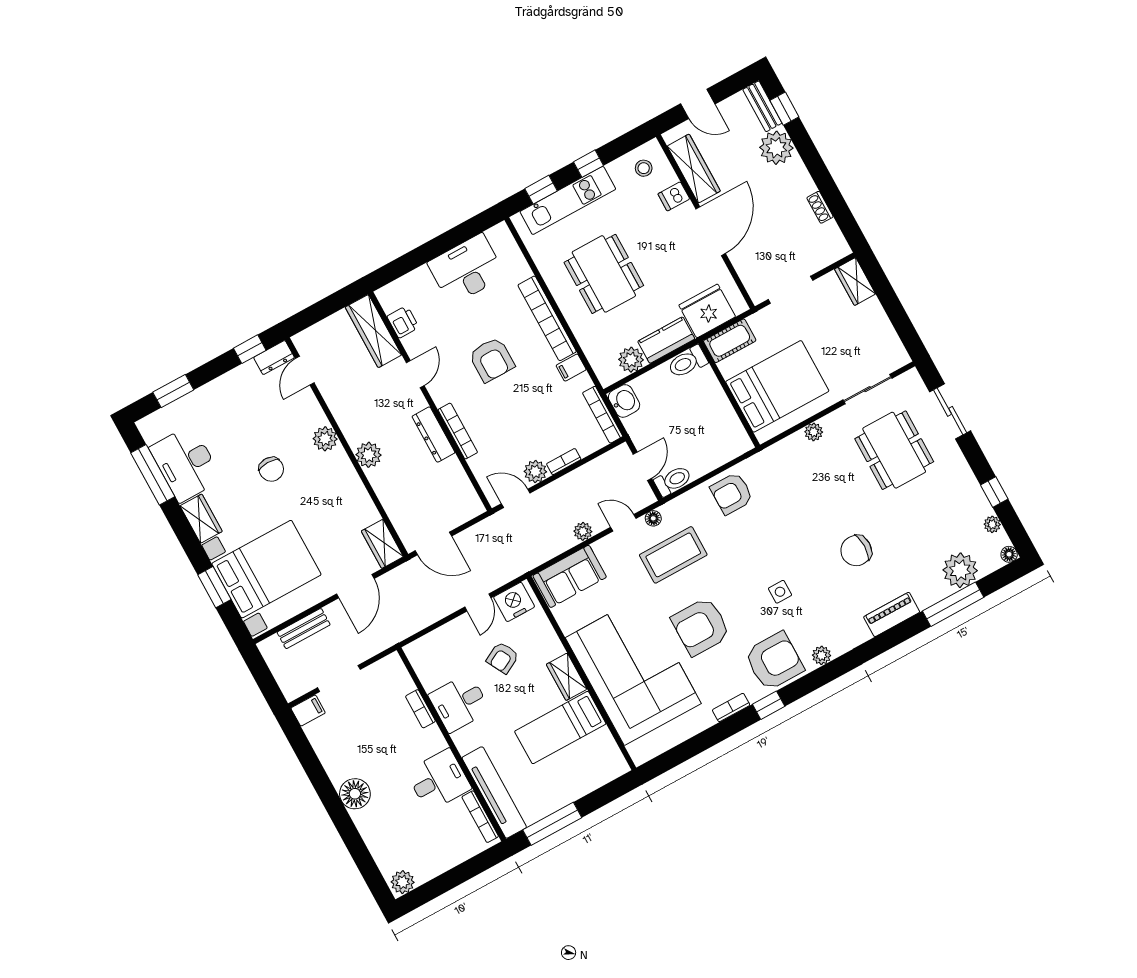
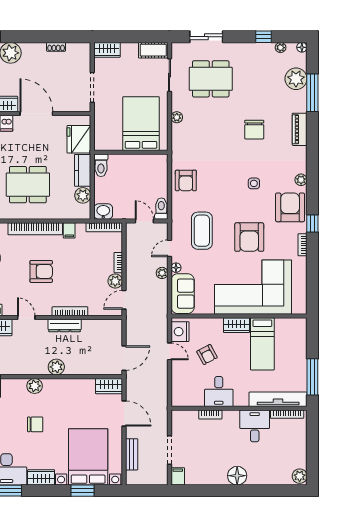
cot: (730, 341) -> (153, 50), moved, turned 90
floor lamp: (653, 518) -> (176, 268), moved

